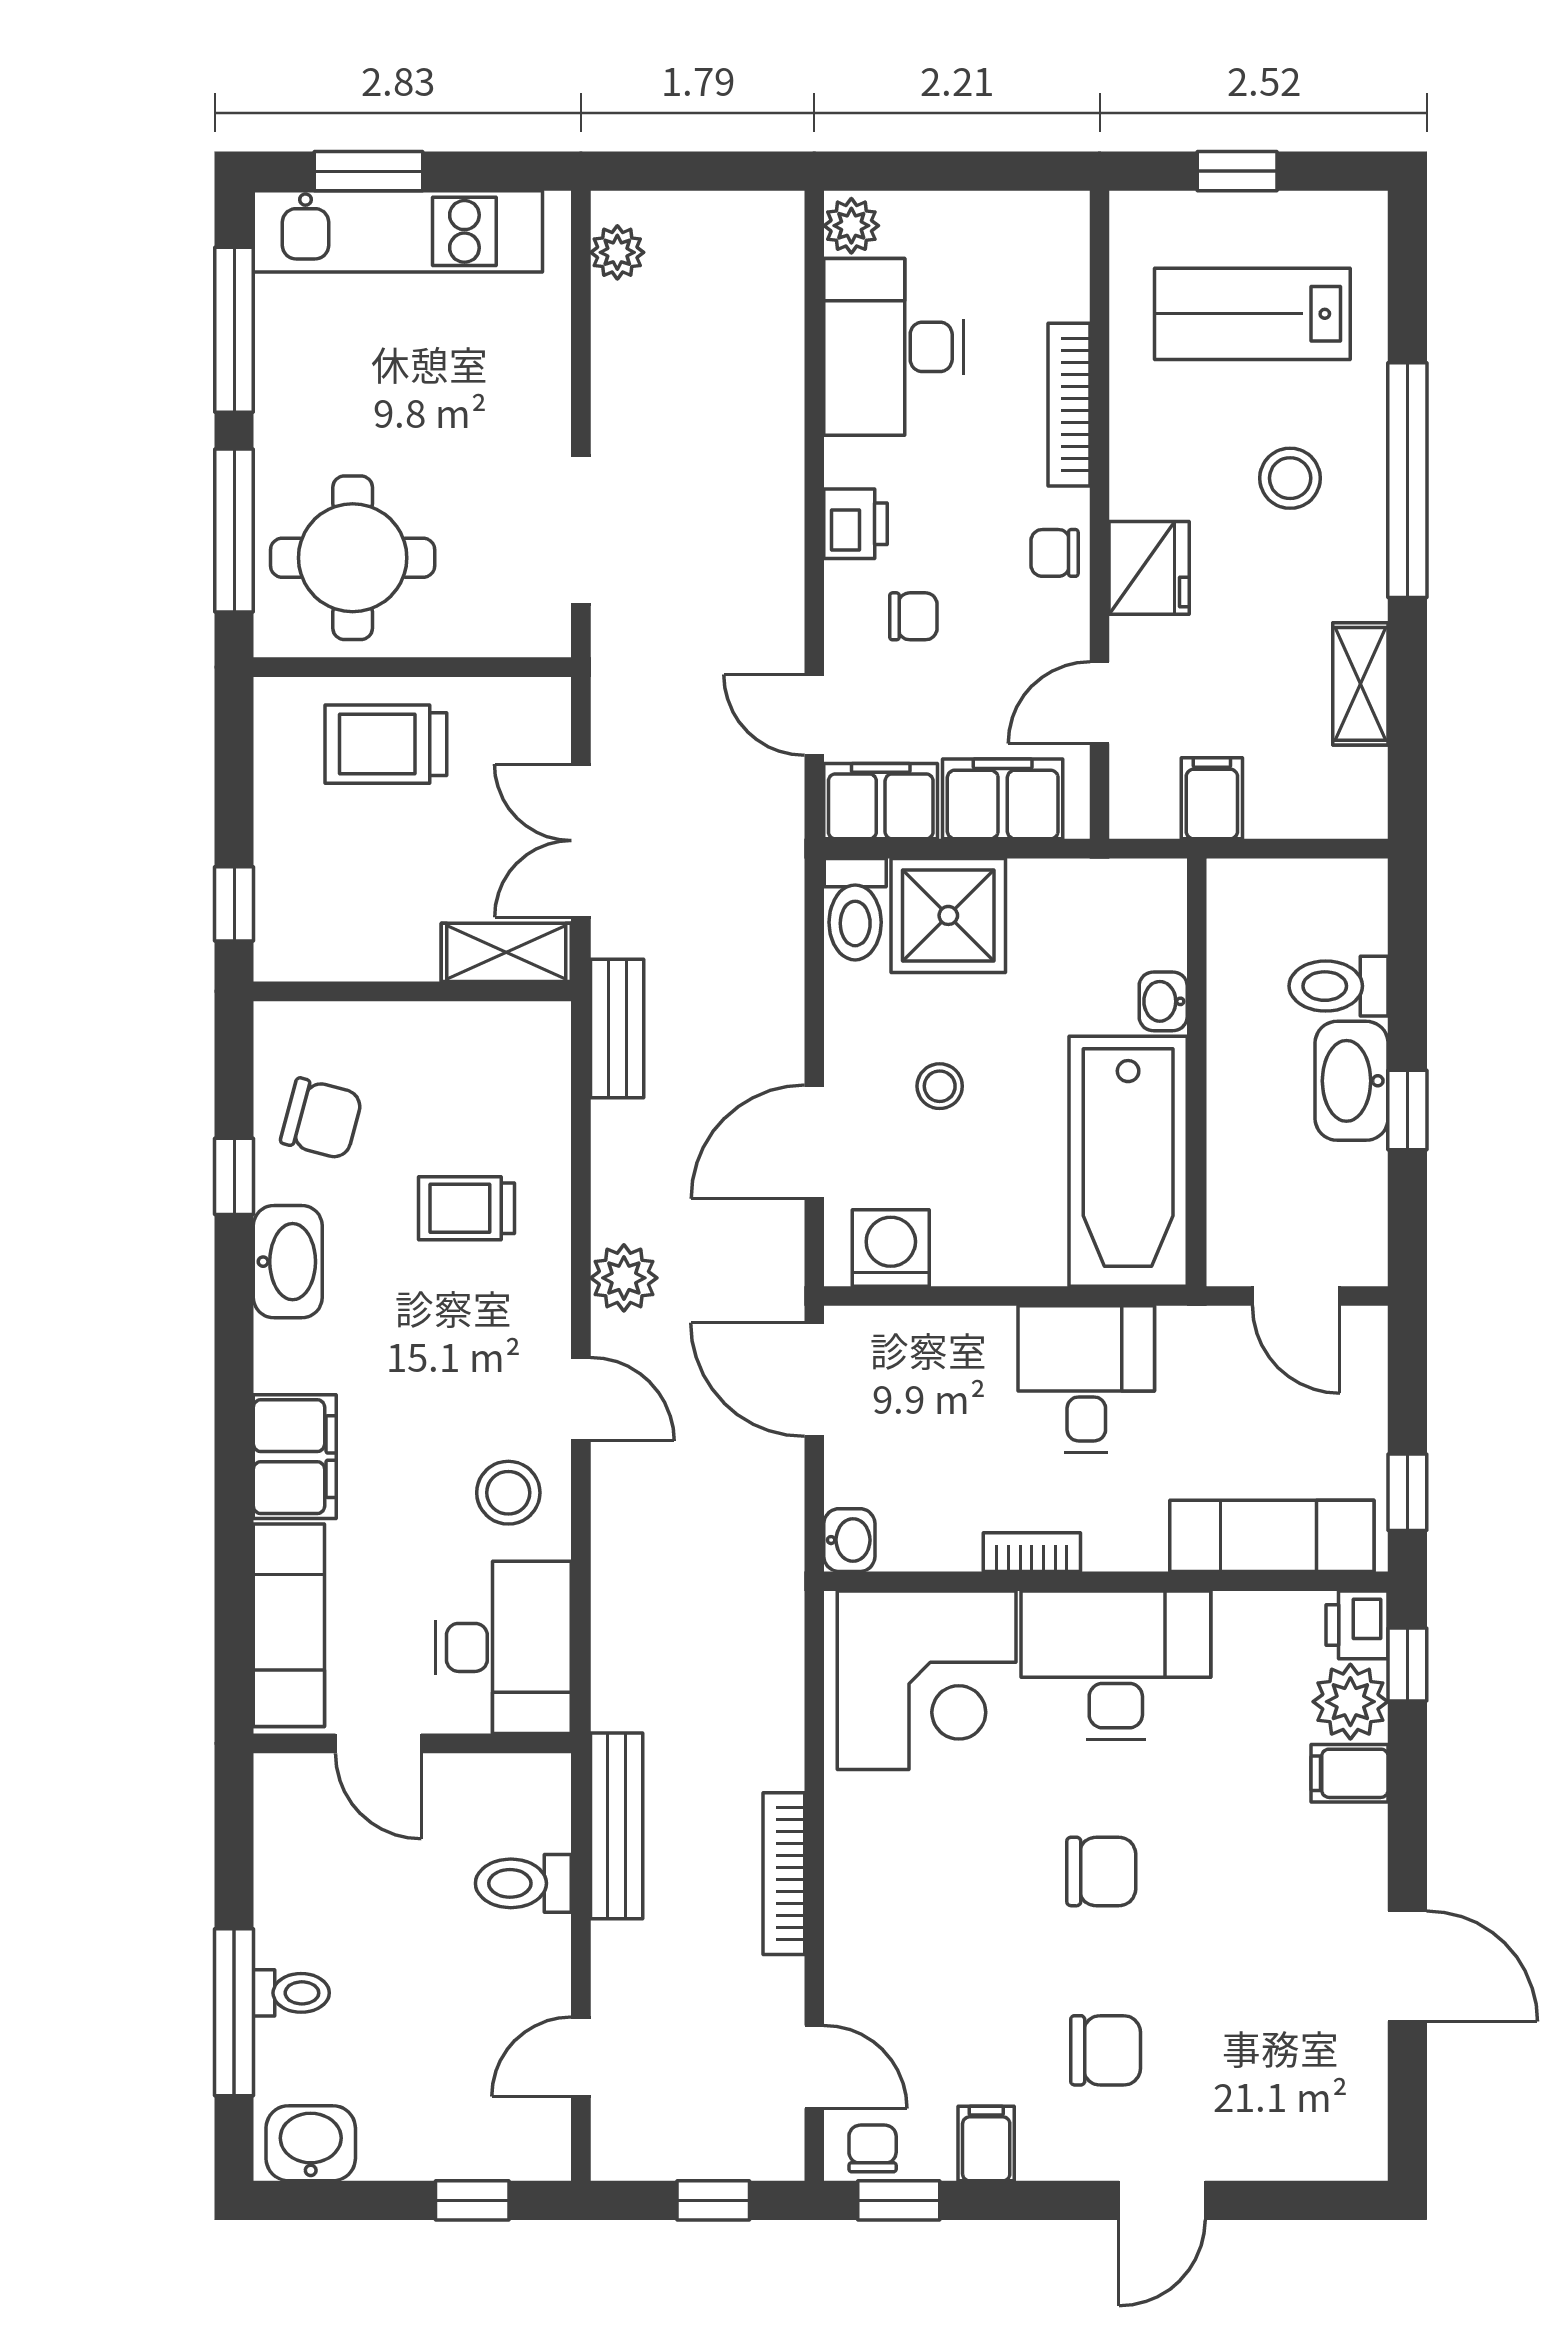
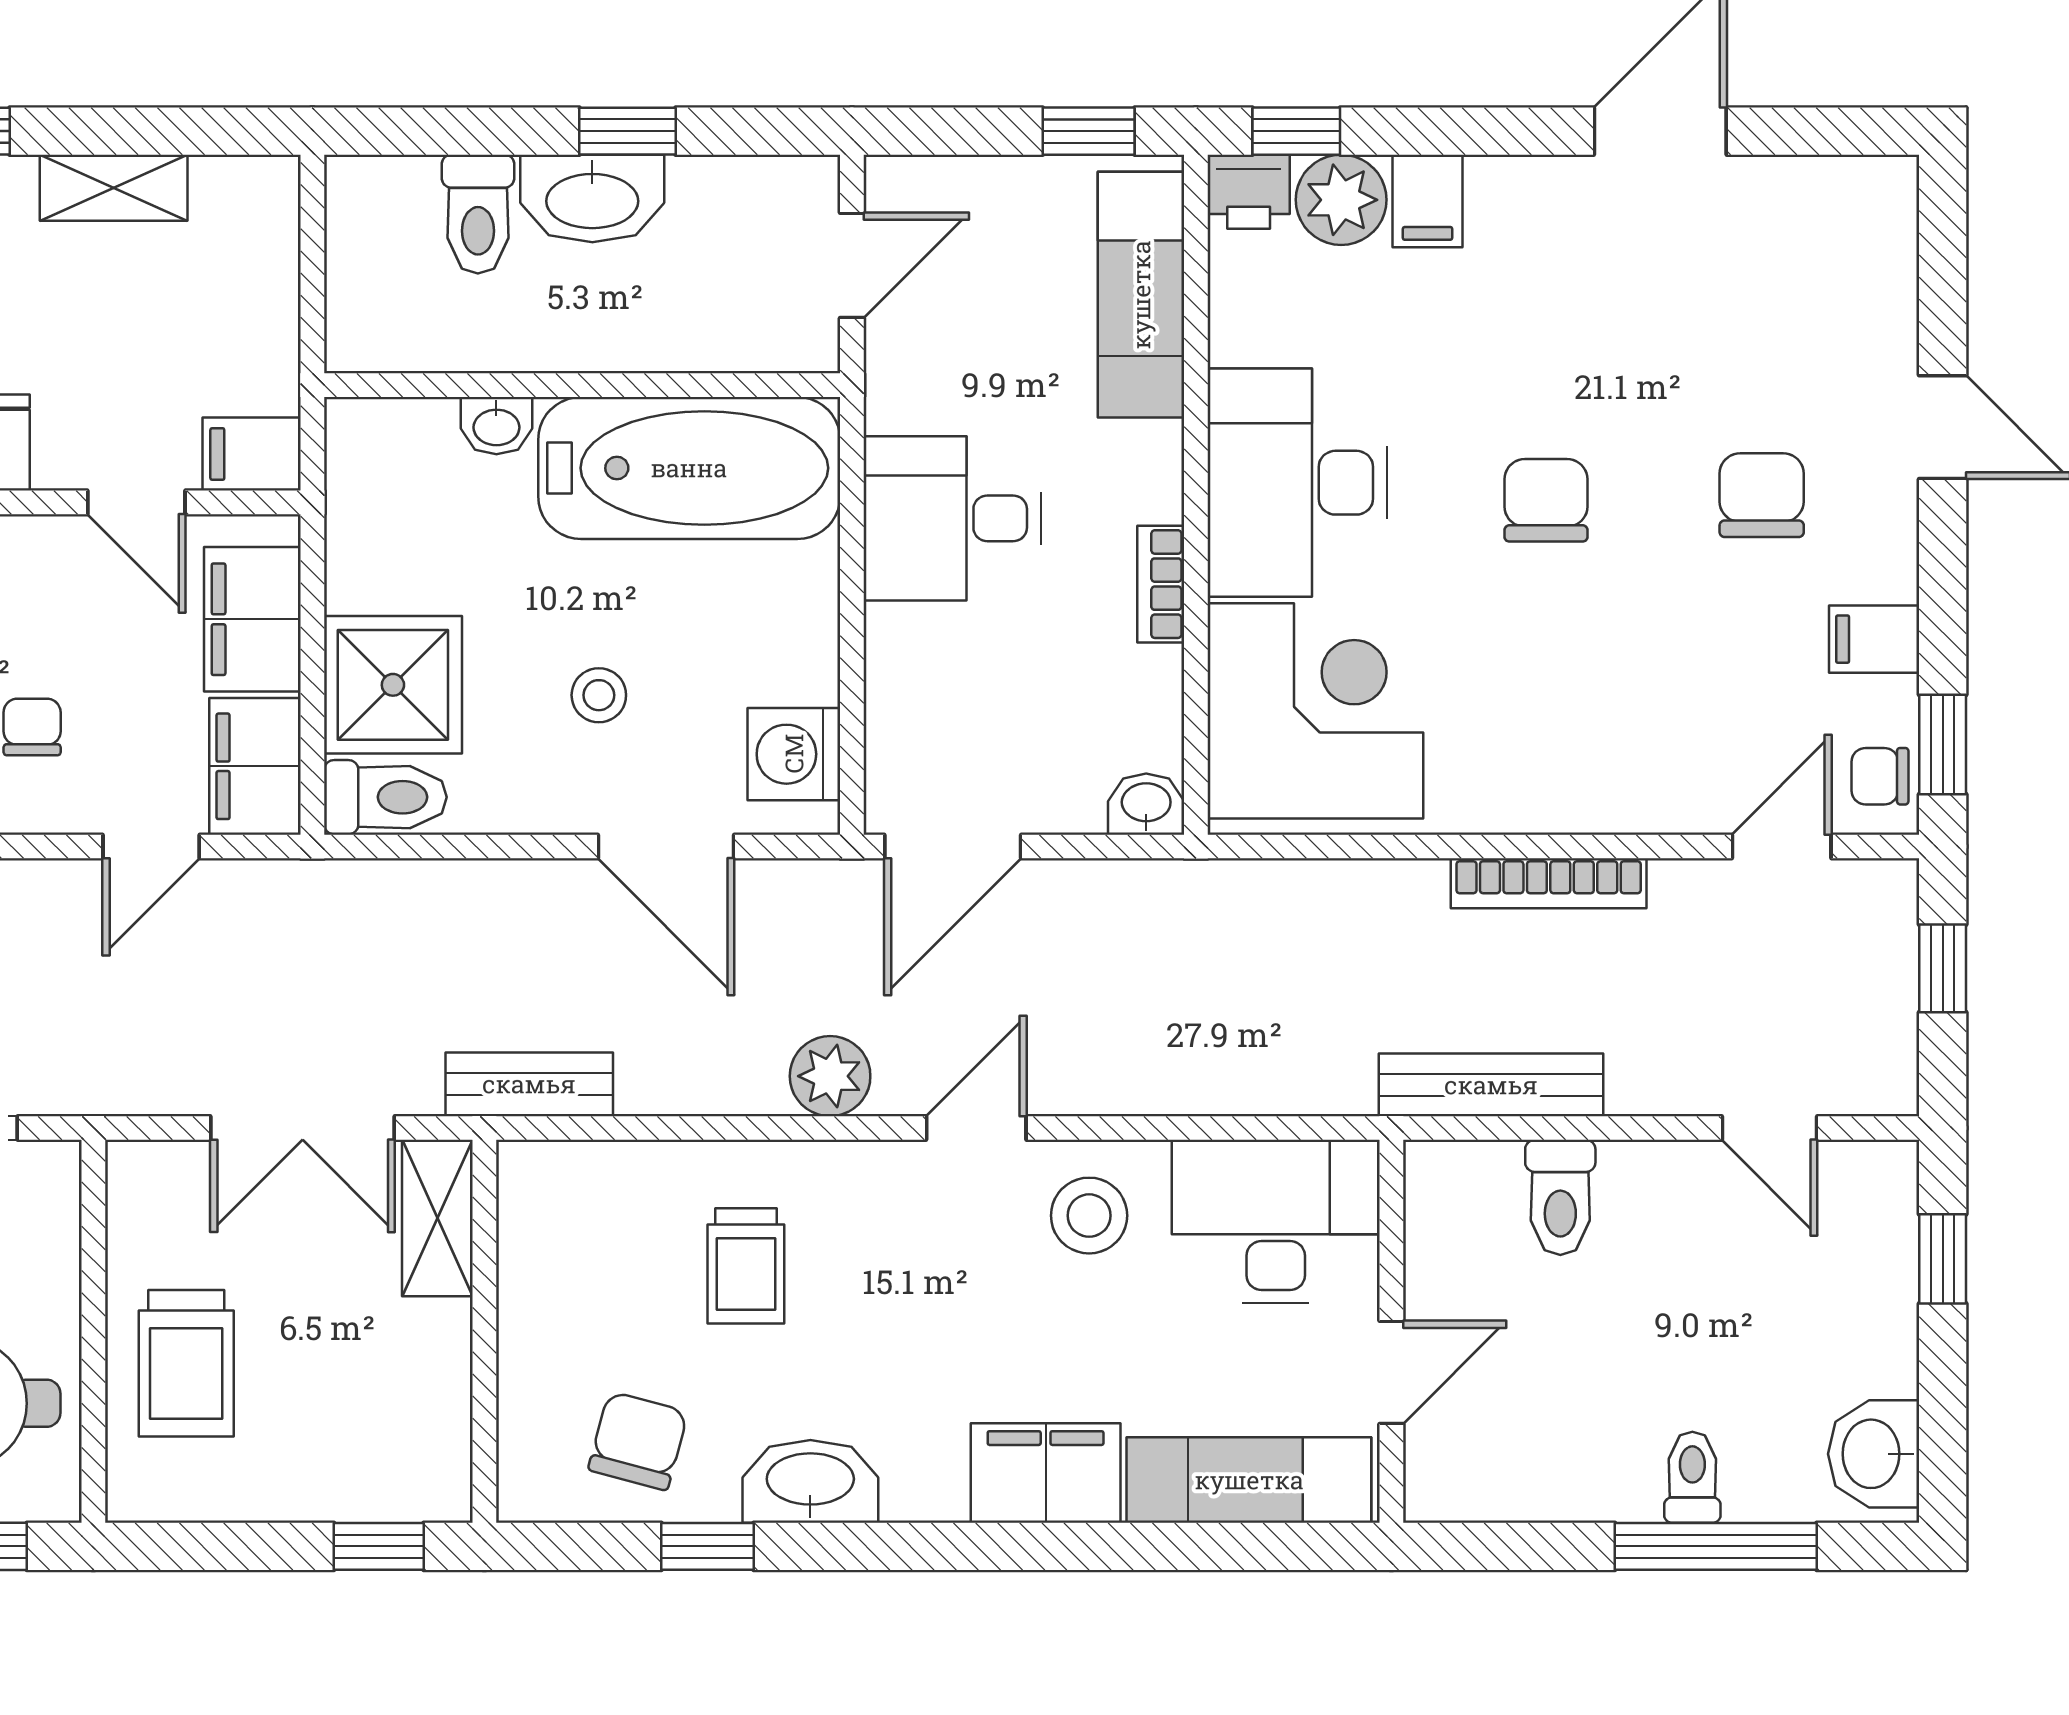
filing cabinet: (1212, 798) -> (252, 454), moved

